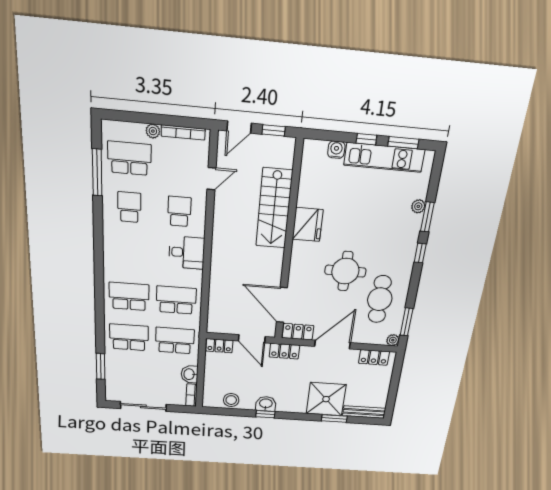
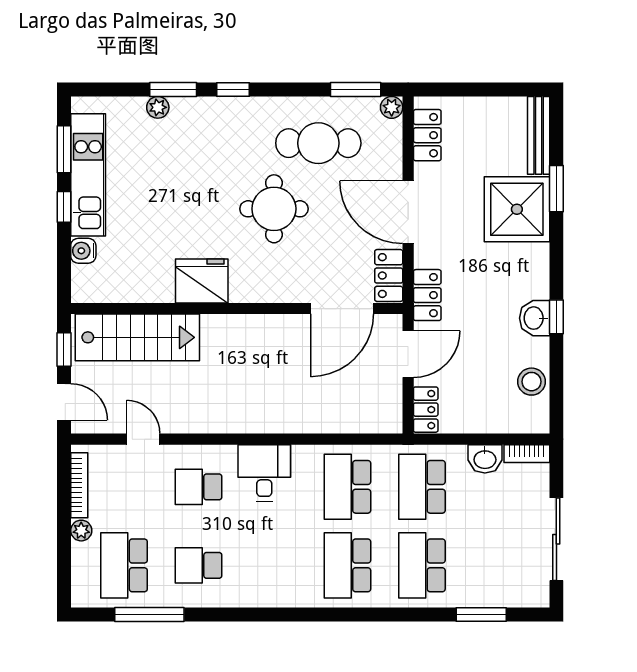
stairs: (274, 208) -> (137, 337), moved

